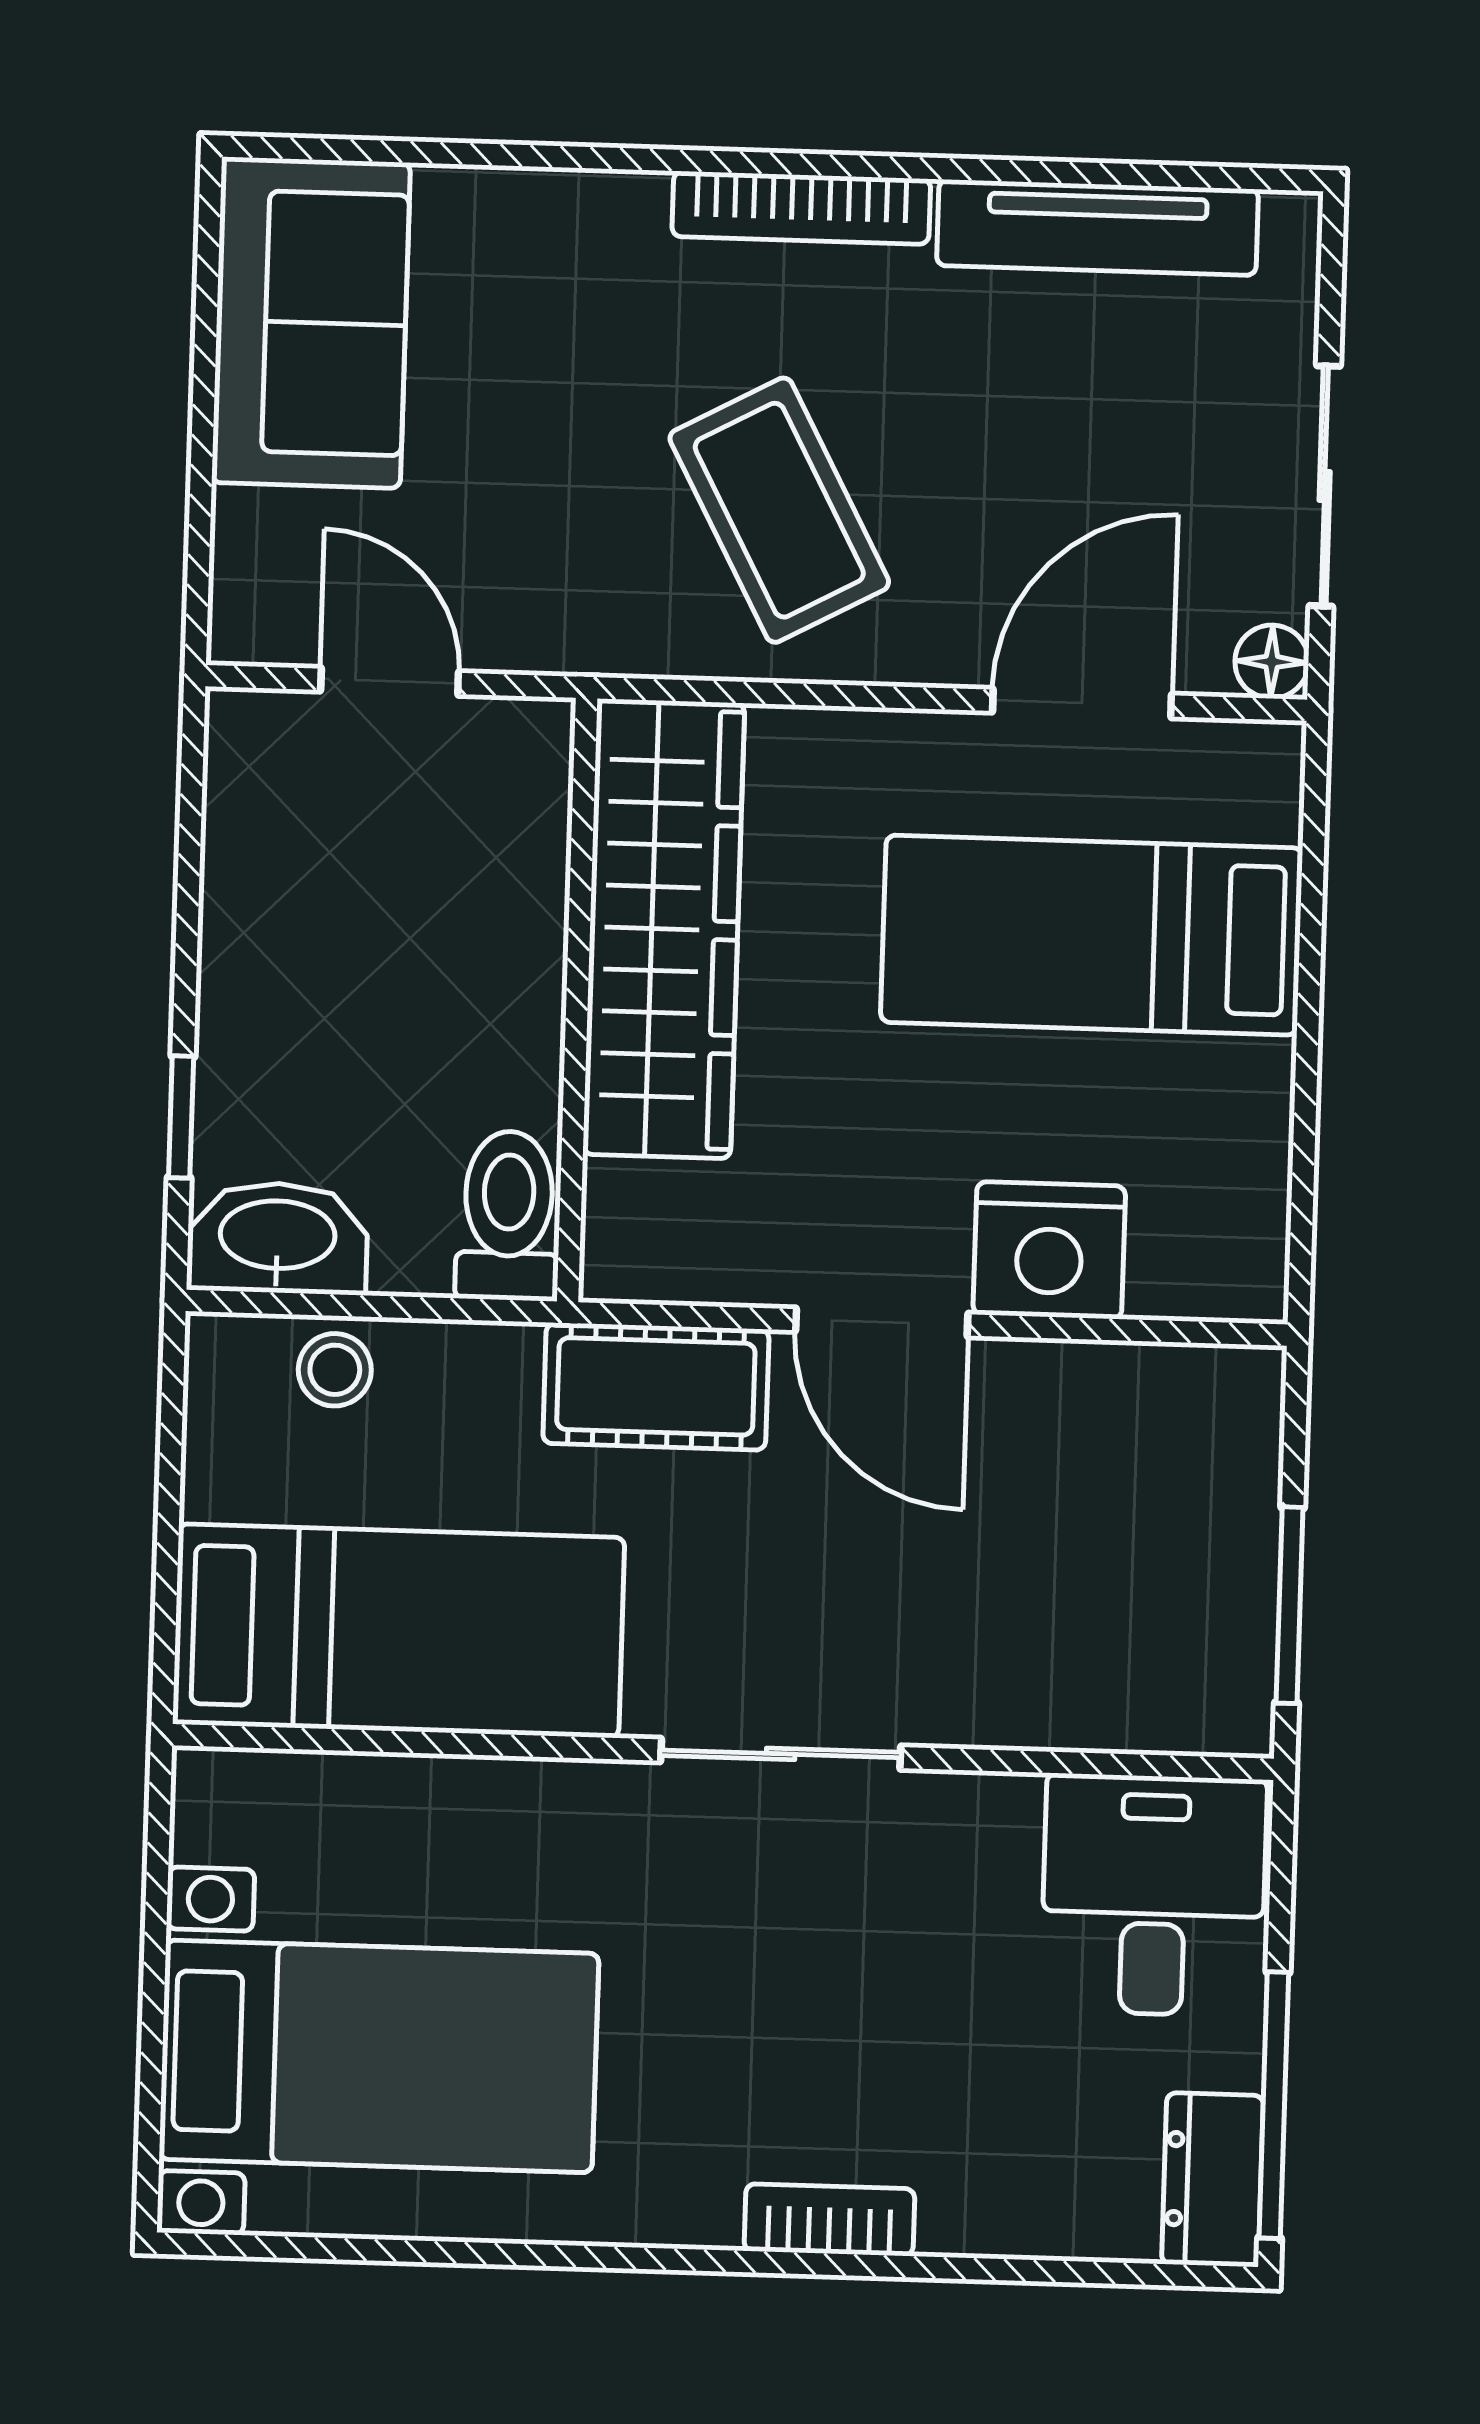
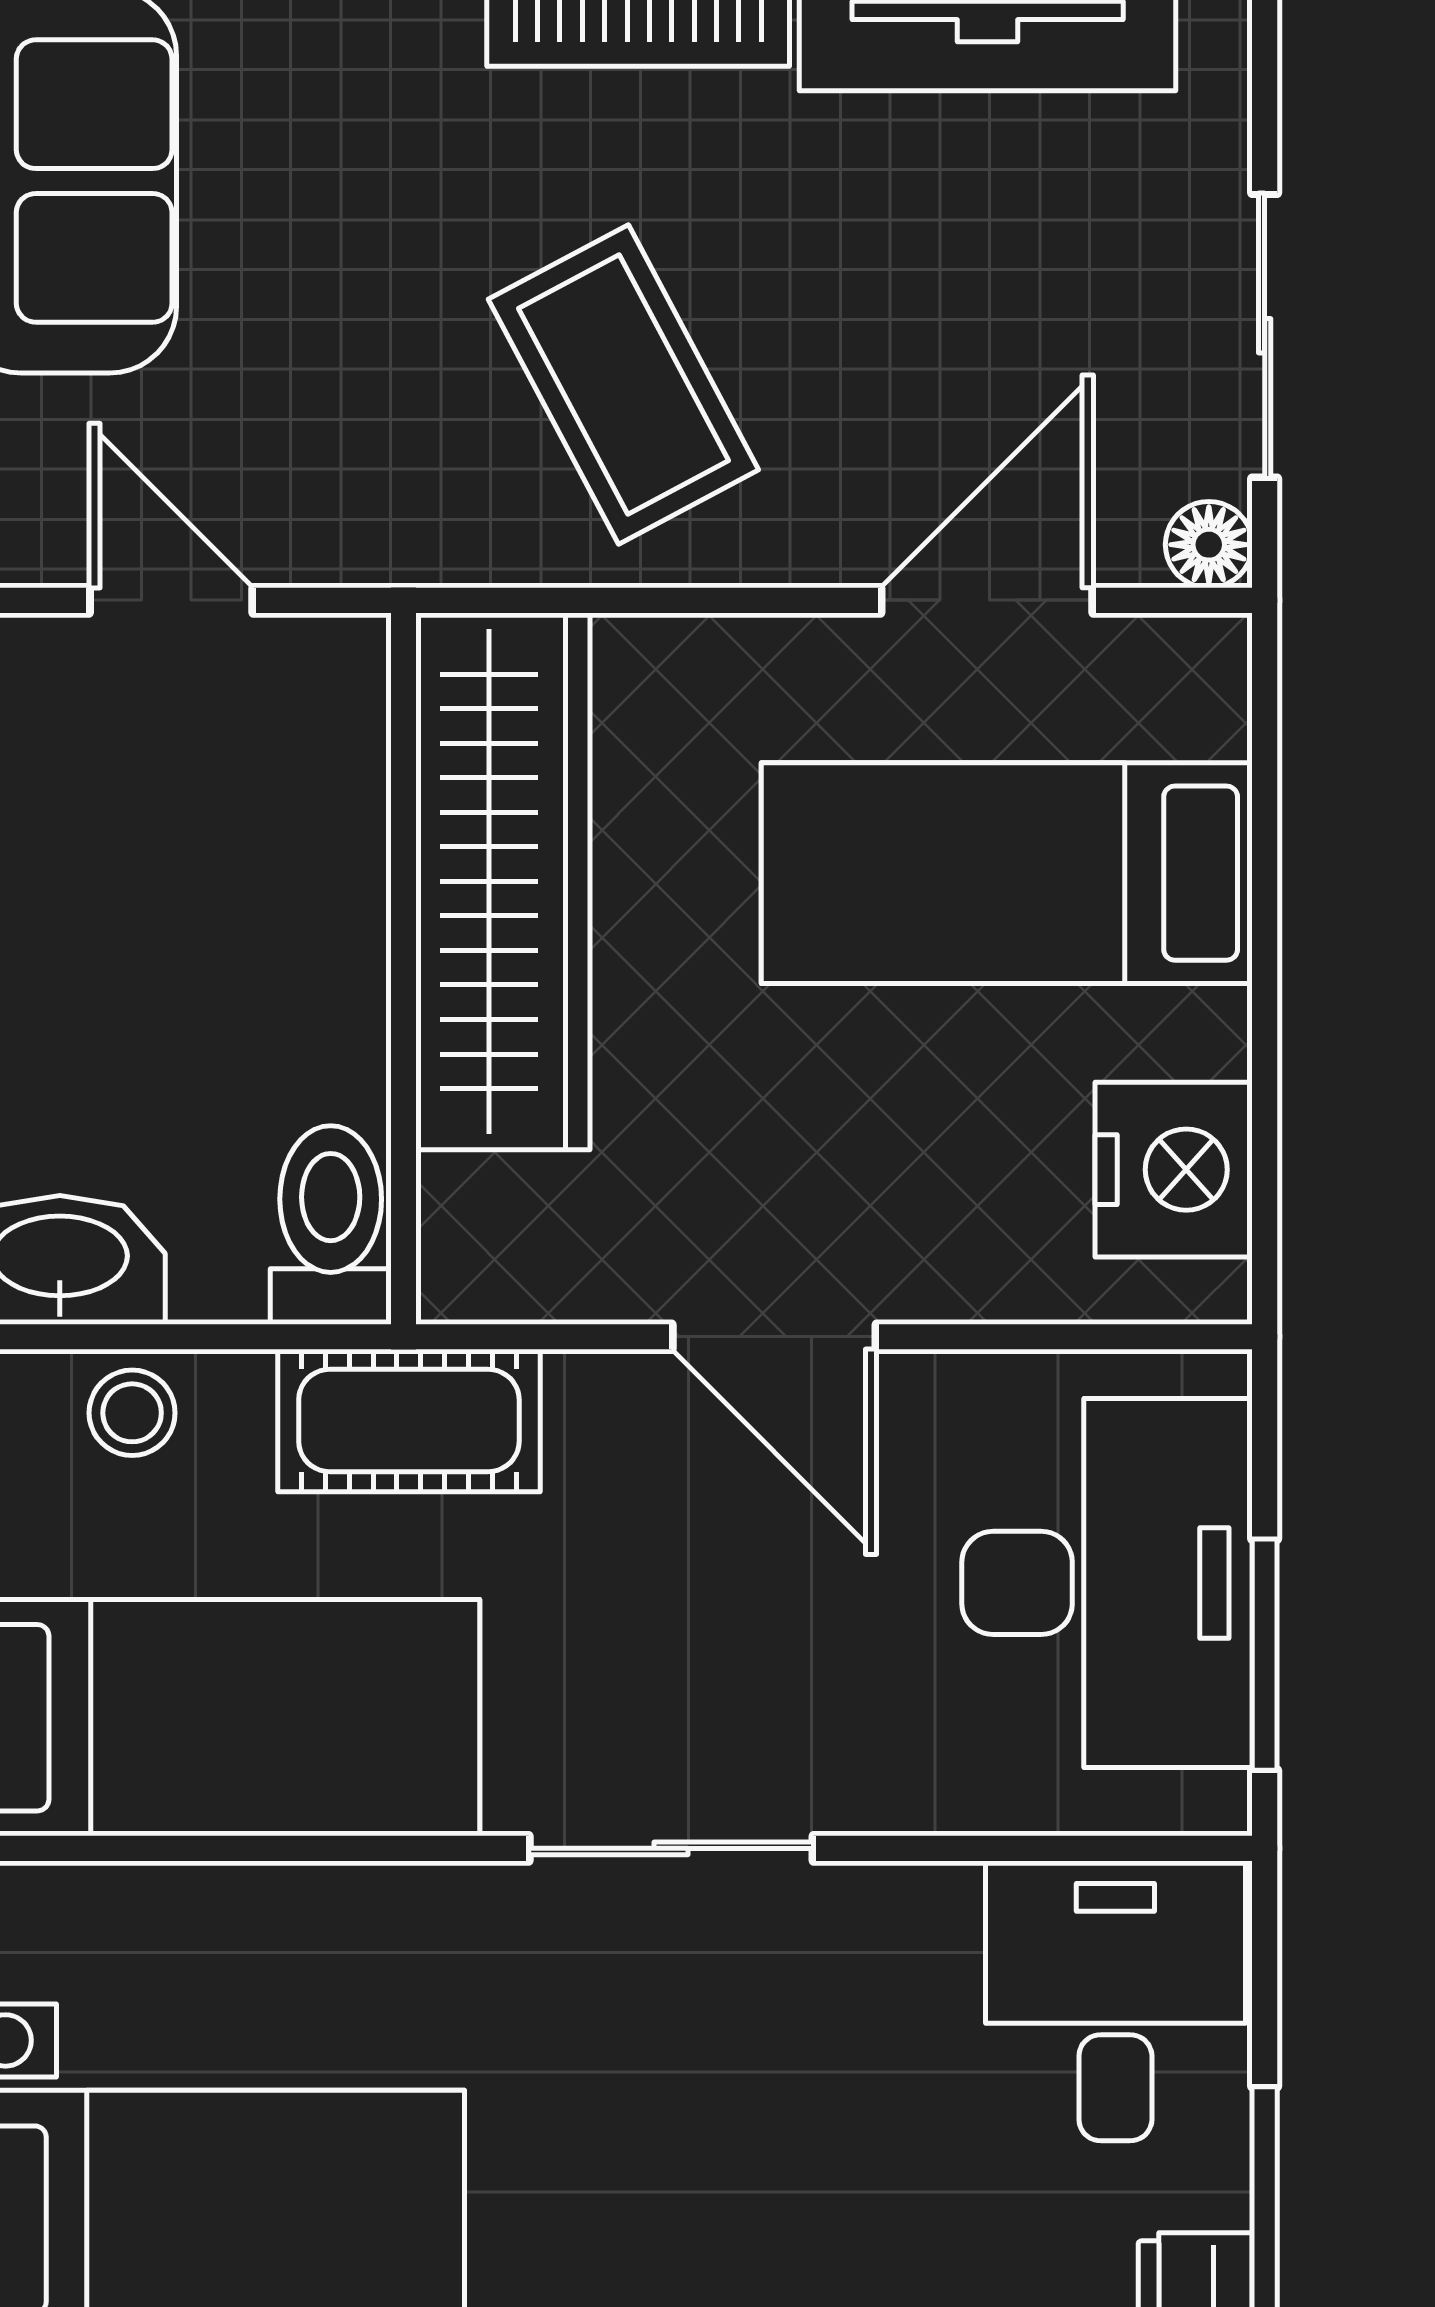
nightstand: (1049, 1250) -> (1174, 1170), moved, turned -90
cot: (656, 1386) -> (409, 1420), moved
desk: (1158, 1540) -> (1107, 1583), added

